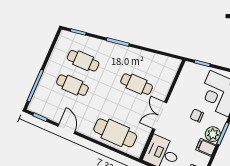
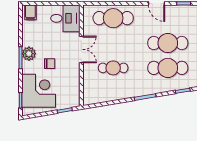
cafe table: (83, 61) -> (168, 68), width x1.37, depth x1.35
cafe table: (72, 85) -> (168, 43), width x1.37, depth x1.35
filing cabinet: (206, 147) -> (30, 40), removed

